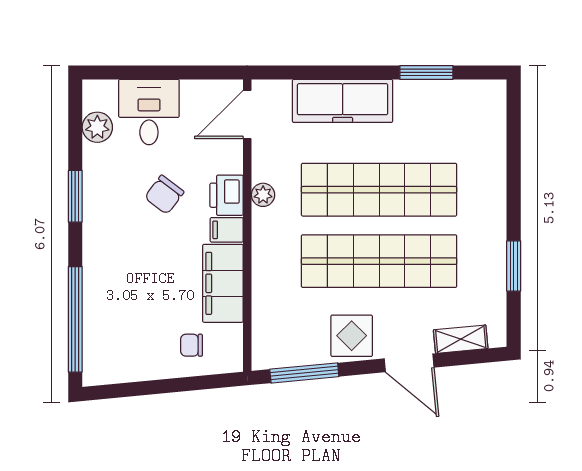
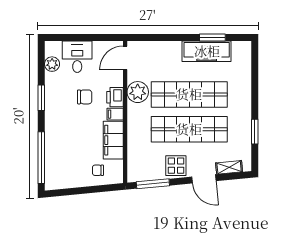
freezer: (343, 101) -> (207, 51), moved
chair: (164, 195) -> (85, 97), turned -127
plant: (263, 195) -> (138, 92), width x1.88, depth x1.88

